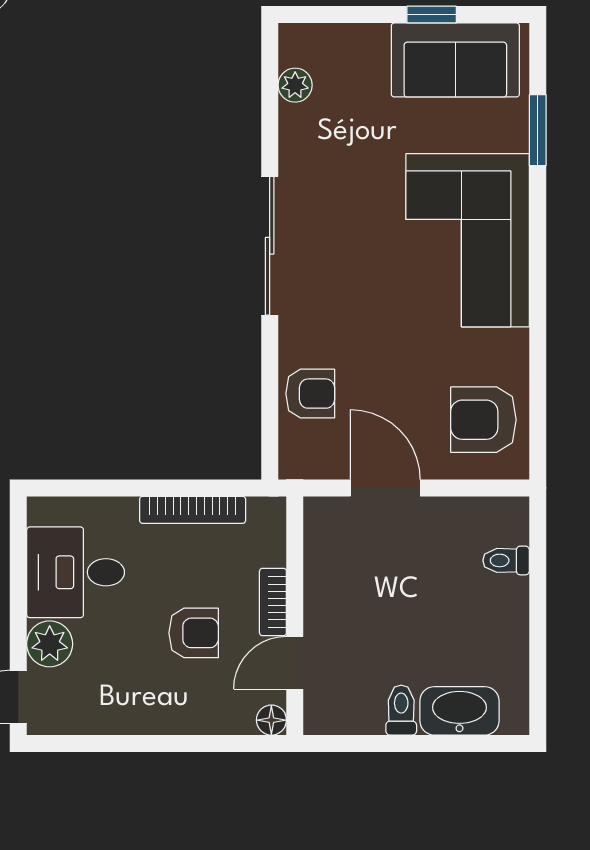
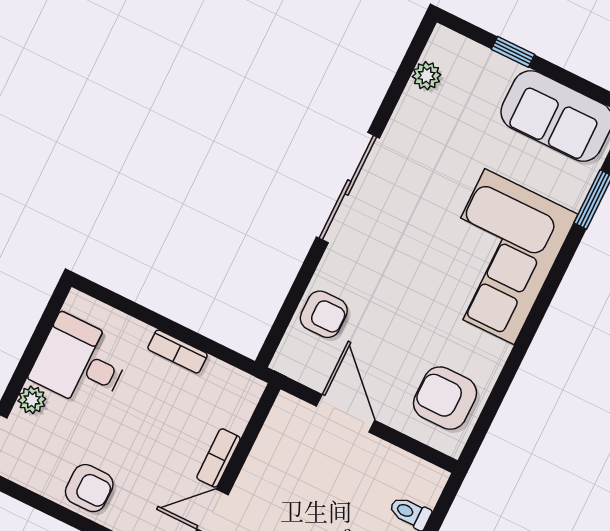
window: (432, 15) -> (513, 52), moved
bookcase: (193, 510) -> (178, 352), width x0.64
armchair: (194, 633) -> (89, 488), moved
plant: (50, 644) -> (32, 400), width x0.73, depth x0.73

